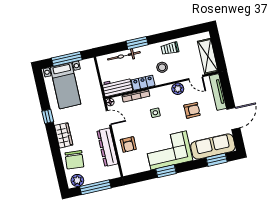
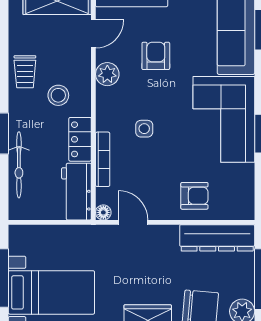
door: (109, 118) -> (133, 222), hinge flipped
dresser: (107, 147) -> (217, 238), moved

